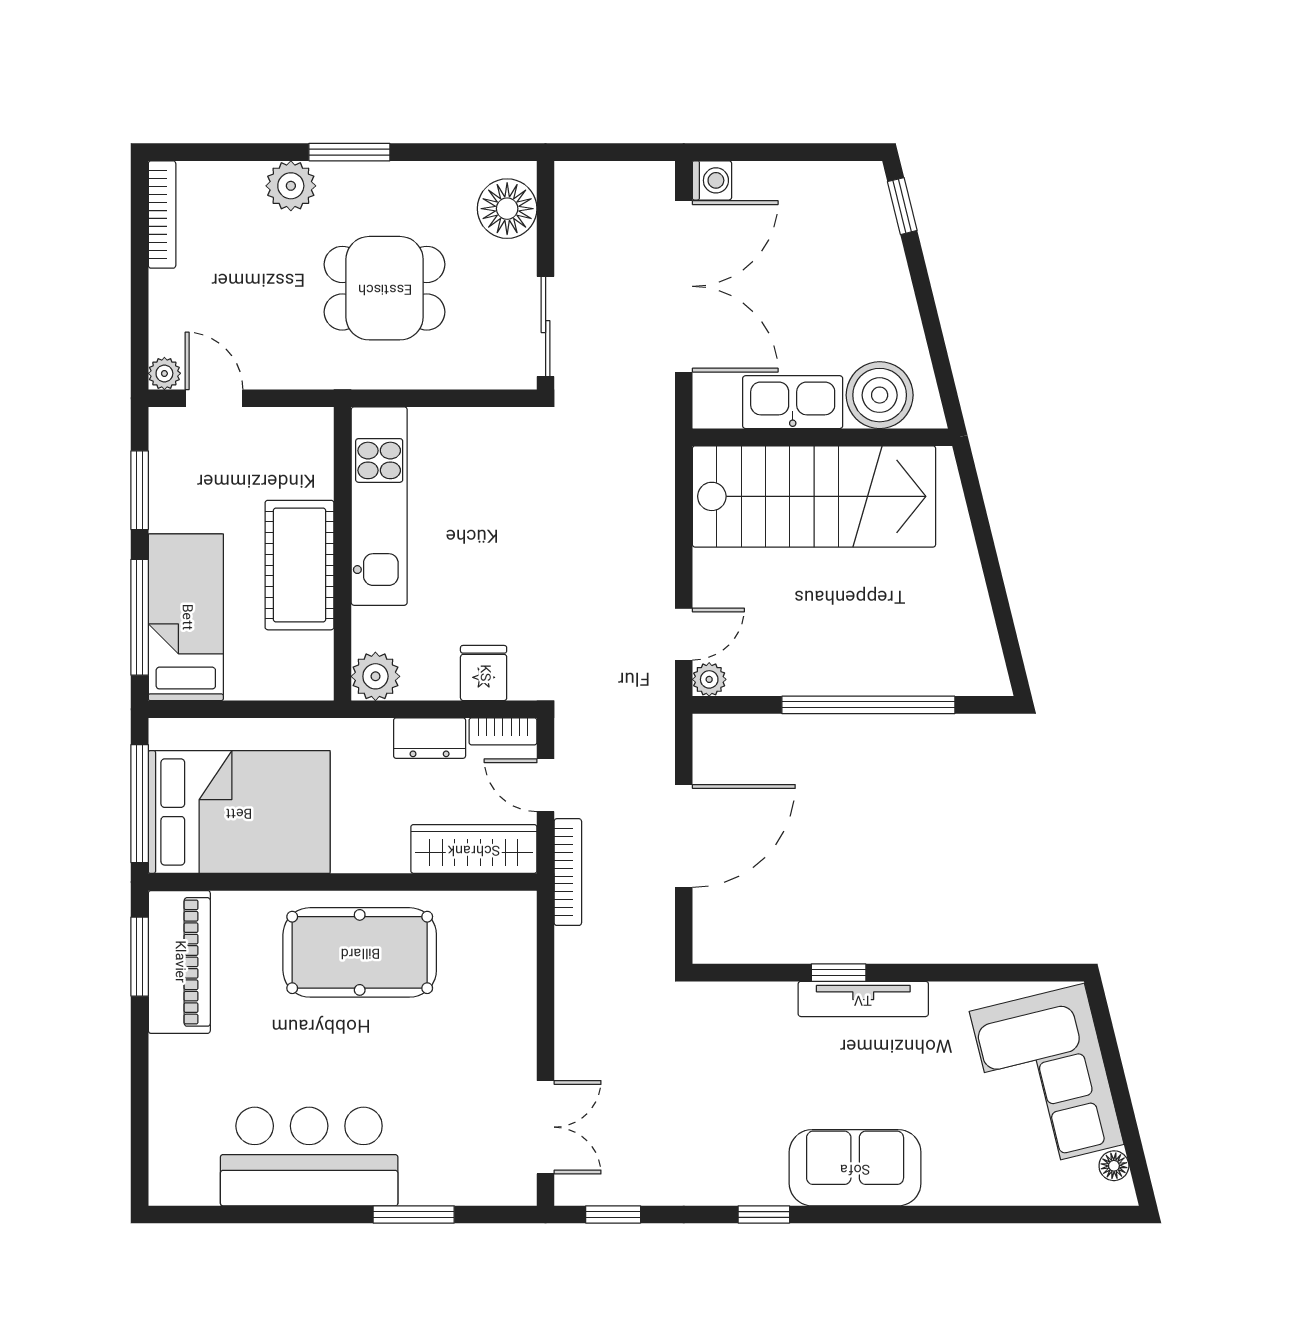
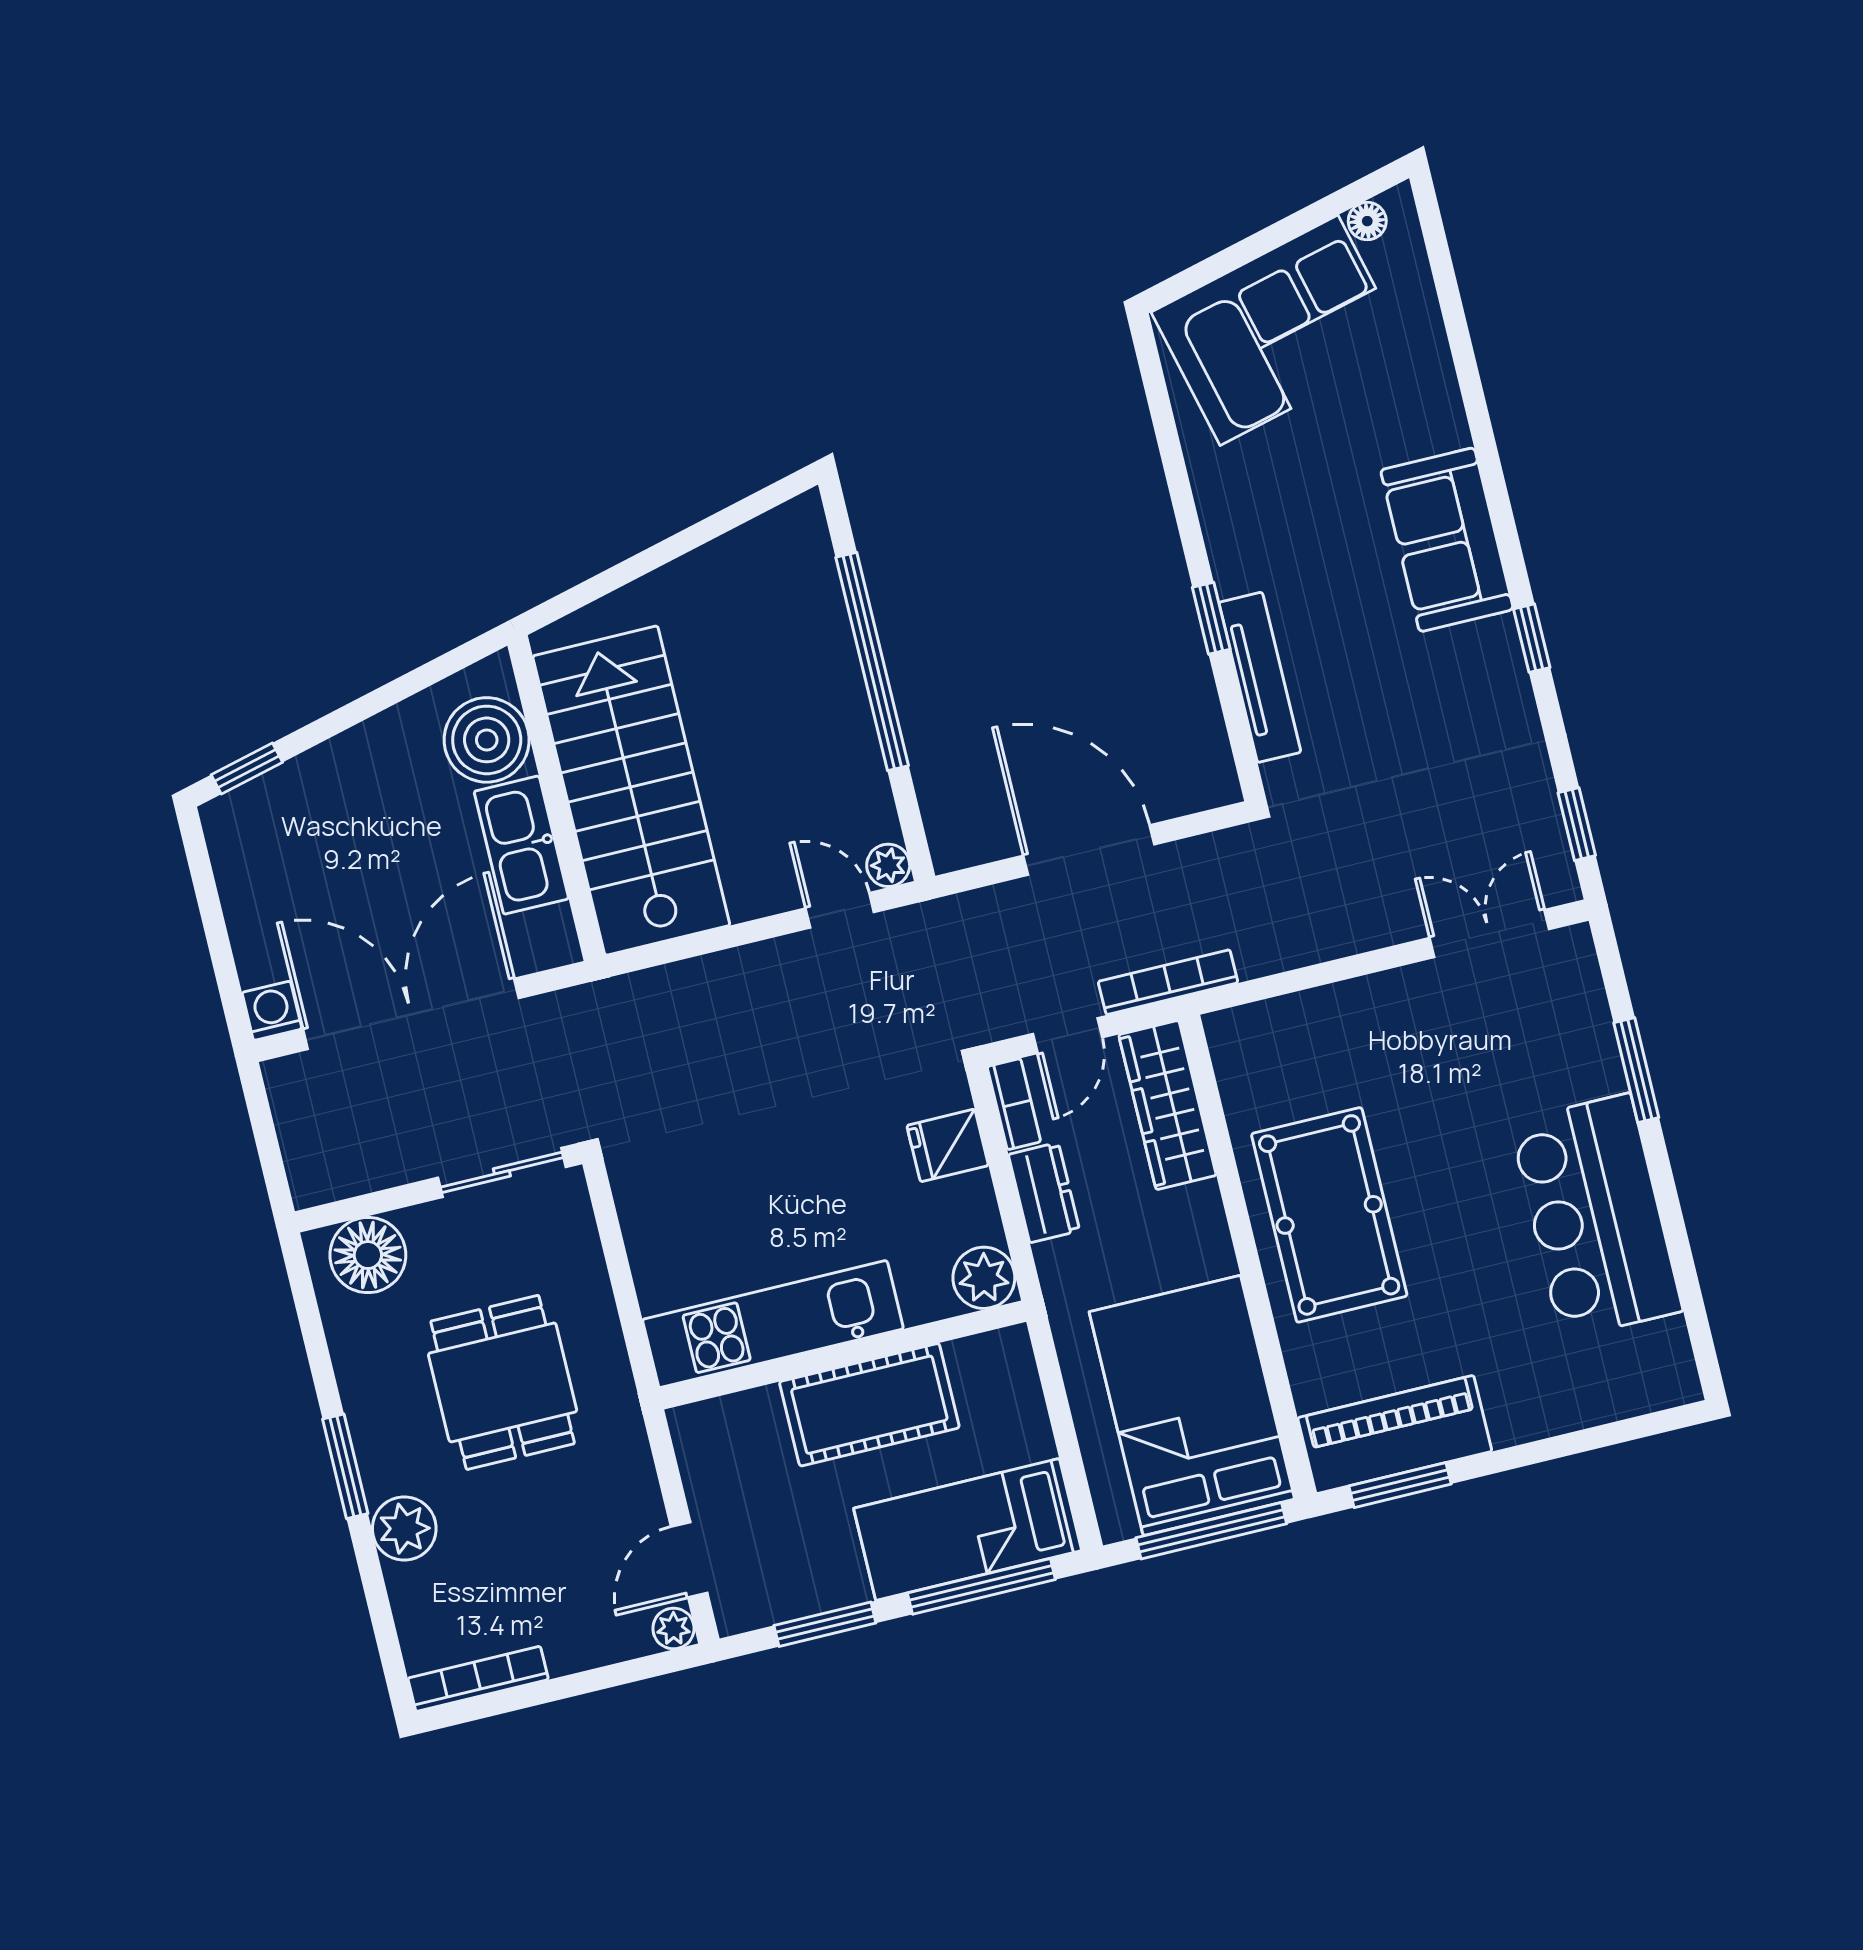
tv unit: (863, 999) -> (1260, 677), moved

